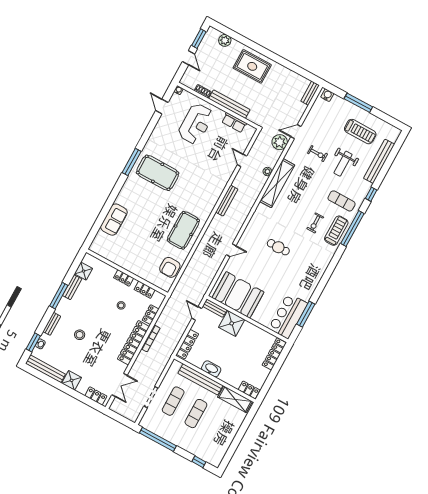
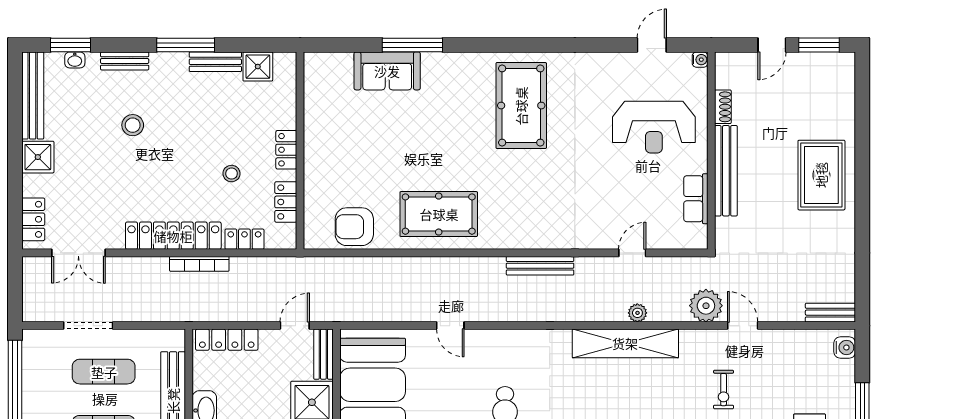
plant: (225, 40) -> (842, 96), removed
window: (132, 162) -> (412, 45), moved

